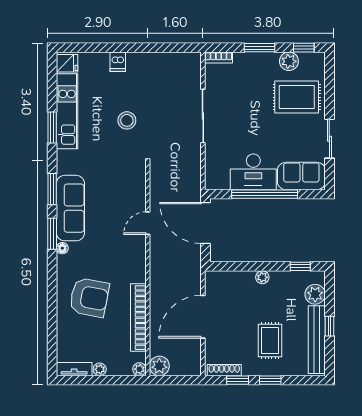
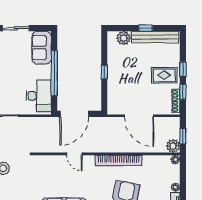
desk: (253, 172) -> (39, 96), moved
window: (300, 266) -> (104, 72), moved
plant: (262, 277) -> (112, 75), removed
bookcase: (138, 318) -> (118, 160), moved
rug: (270, 340) -> (164, 75), moved
window: (173, 380) -> (183, 136), added

